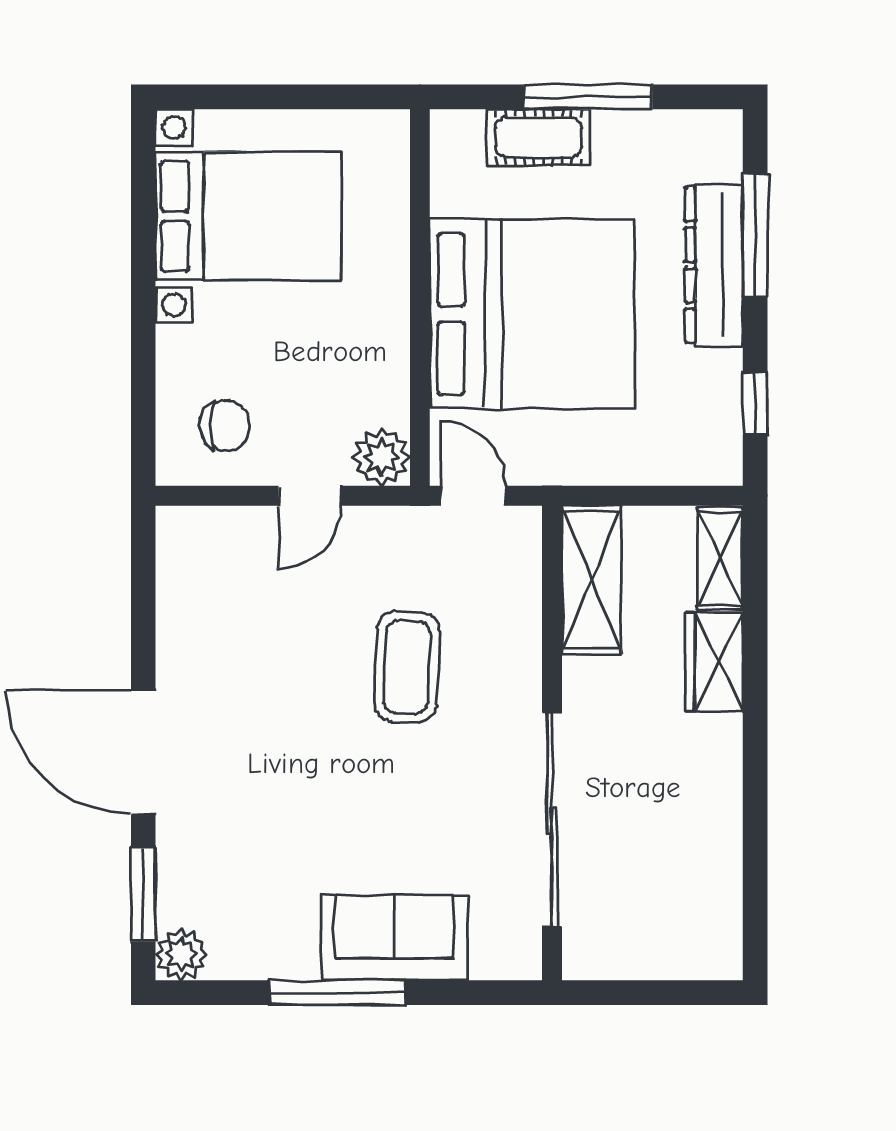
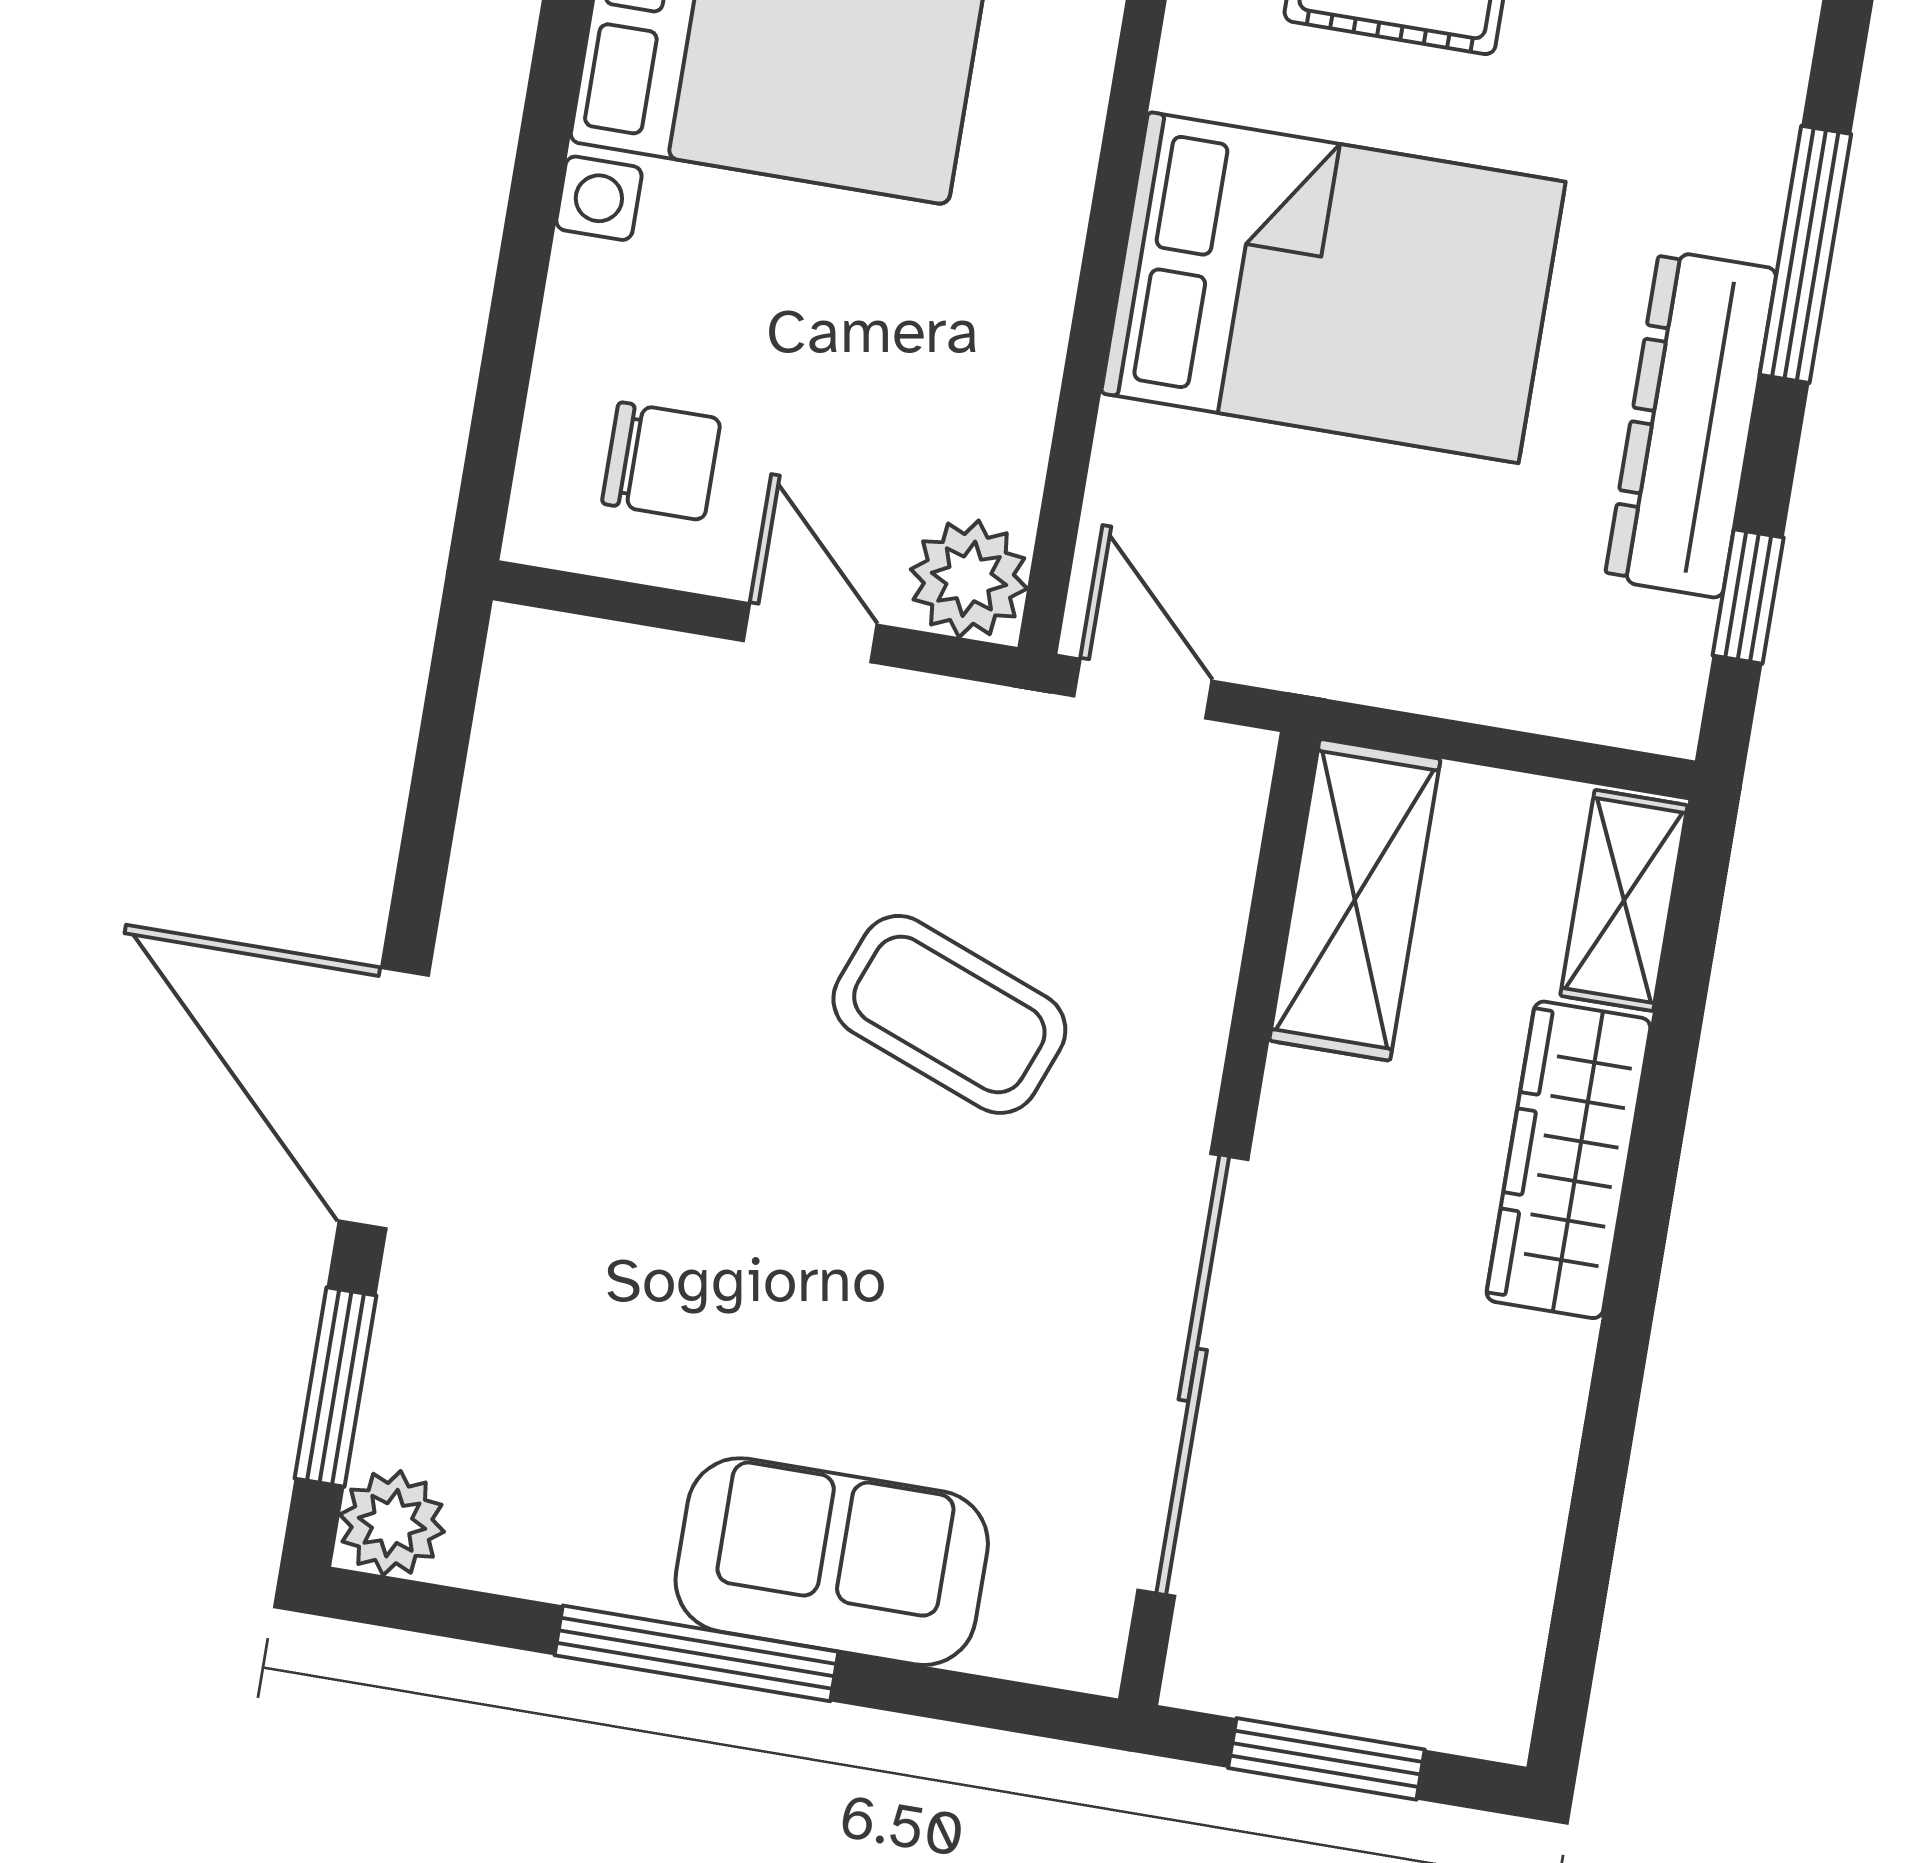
dresser: (714, 265) -> (1691, 424), moved
bed: (532, 314) -> (1333, 287), width x0.73
door: (310, 496) -> (810, 633), swing flipped
wardrobe: (714, 662) -> (1569, 1160), width x1.50
coffee table: (407, 667) -> (949, 1014), turned -71
window: (647, 993) -> (1326, 1759), added

